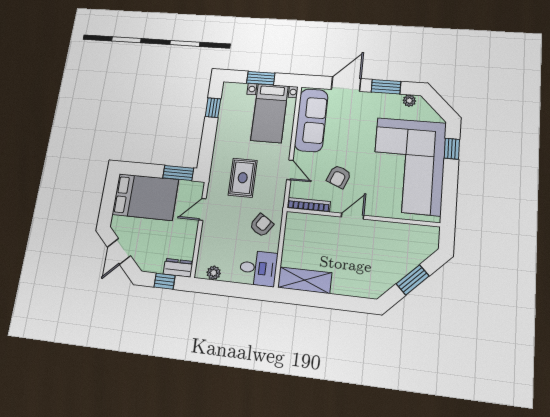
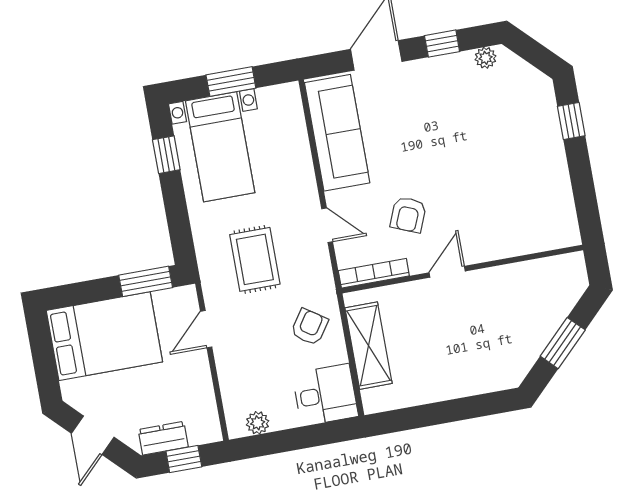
window: (386, 87) -> (442, 44), width x0.67
bed with nightstands: (270, 113) -> (220, 147), moved
corner sofa: (409, 166) -> (512, 167), removed
dresser: (178, 268) -> (163, 438), moved
shelving: (305, 280) -> (368, 346), moved, turned 90

